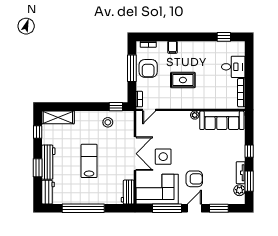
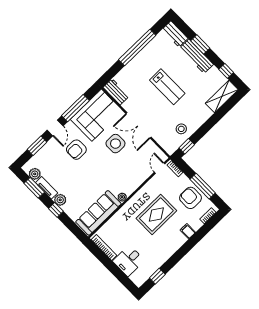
rug: (183, 80) -> (156, 215), width x1.36, depth x1.43
plant: (239, 155) -> (60, 200), added

